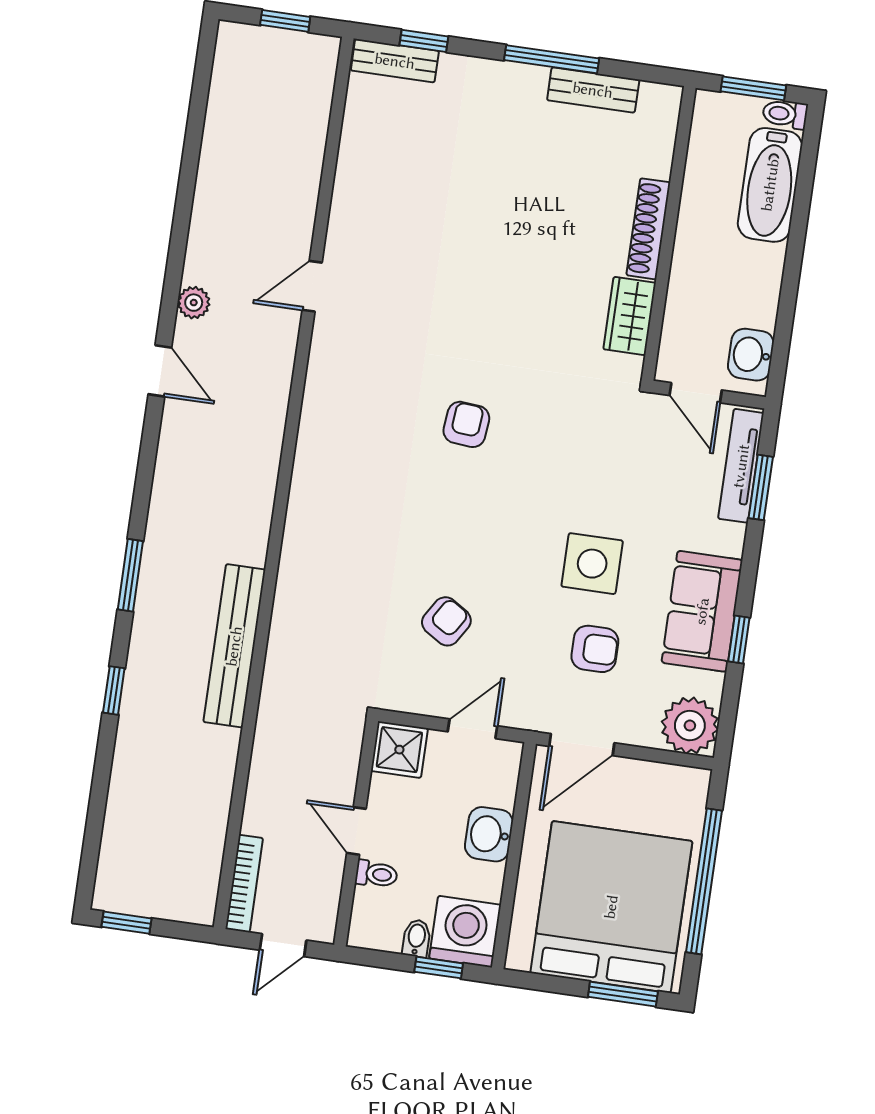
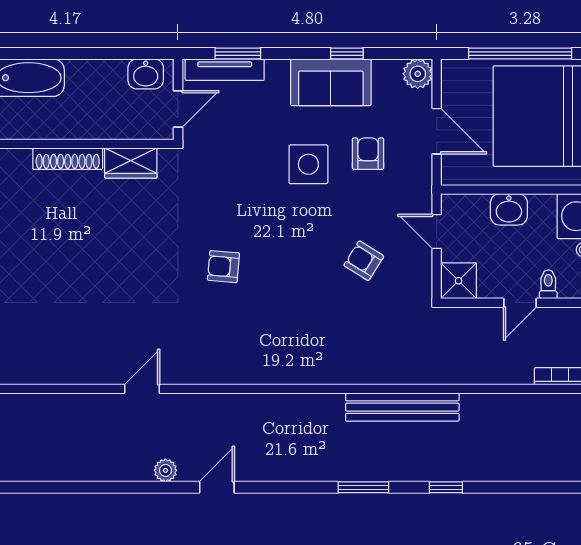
door: (312, 286) -> (142, 389), swing flipped
plant: (690, 726) -> (418, 74), width x0.73, depth x0.73
door: (582, 745) -> (437, 131), moved

